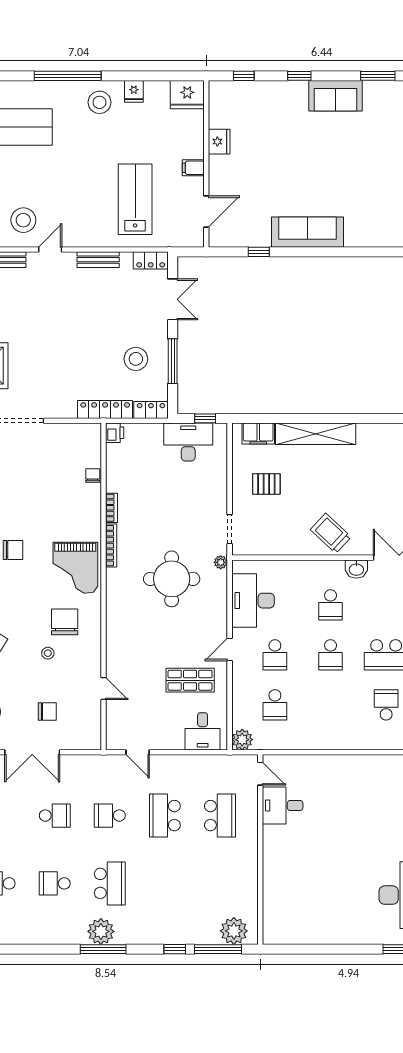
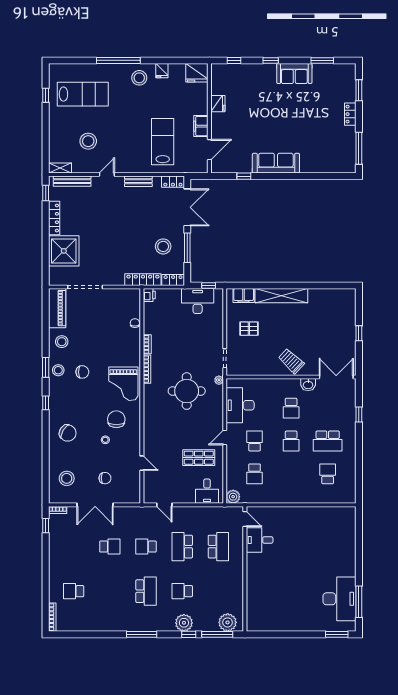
filing cabinet: (193, 168) -> (201, 126), width x2.00
stool: (23, 220) -> (88, 141), moved
double door: (173, 299) -> (187, 207), width x1.37
school desk: (275, 655) -> (255, 441), turned 180
school desk: (55, 883) -> (182, 591), moved
plant: (101, 931) -> (184, 623), moved

